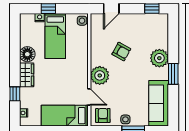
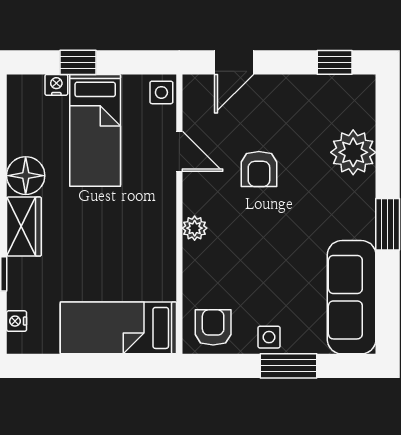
armchair: (121, 52) -> (259, 169), turned 61
plant: (159, 58) -> (353, 152), moved
plant: (100, 75) -> (195, 228), width x0.53, depth x0.53
door: (89, 97) -> (179, 151), moved

